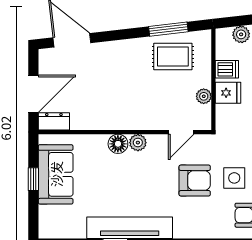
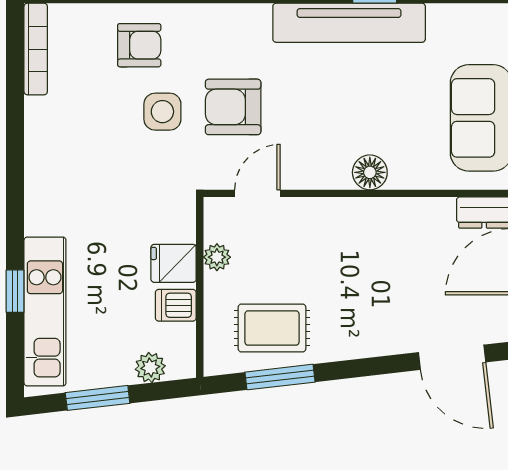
plant: (138, 143) -> (334, 175), removed

